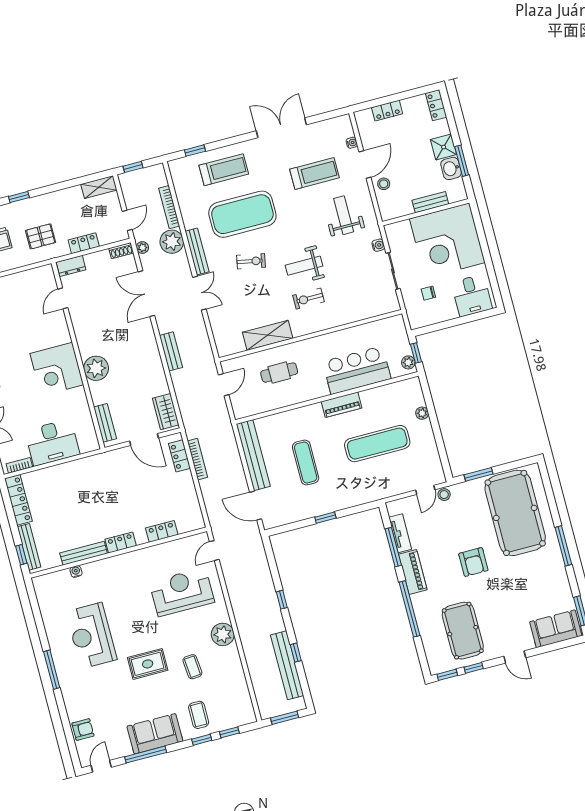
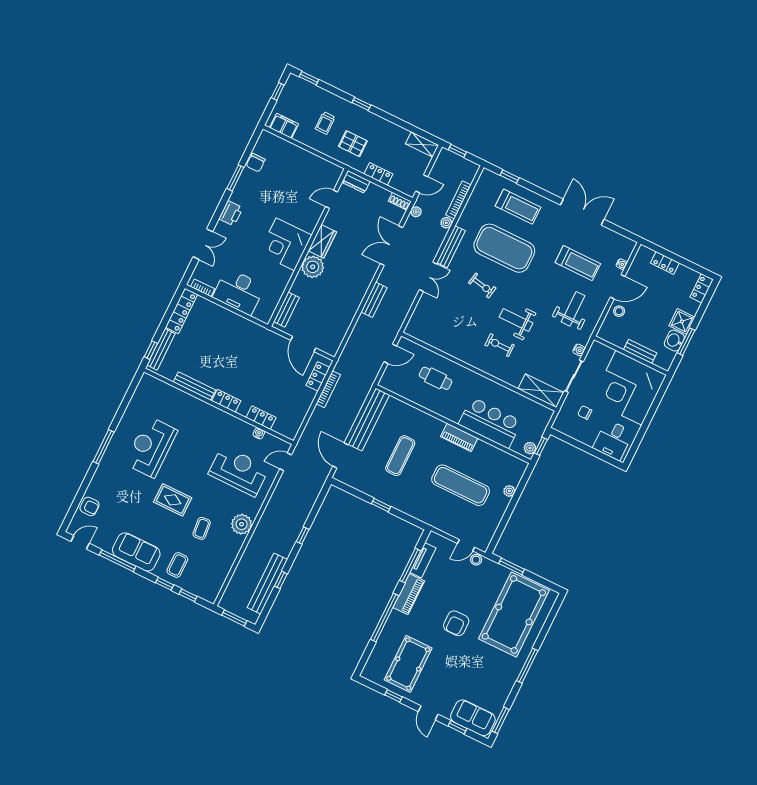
plant: (172, 242) -> (446, 223), width x0.53, depth x0.53
shelving: (268, 335) -> (541, 391), moved
wardrobe: (166, 412) -> (322, 241), moved, turned 180
water cooler: (76, 571) -> (259, 433), moved
window: (447, 675) -> (457, 727), moved

